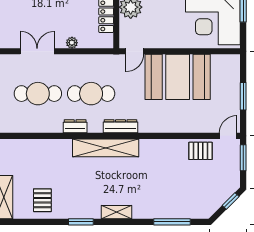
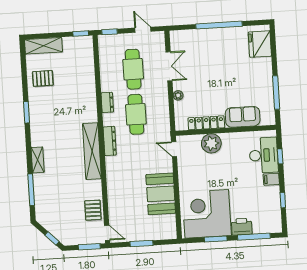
booth: (178, 77) -> (161, 194), width x0.73, depth x0.70
shelving: (106, 148) -> (92, 151), moved
shelving: (117, 212) -> (38, 160), moved

